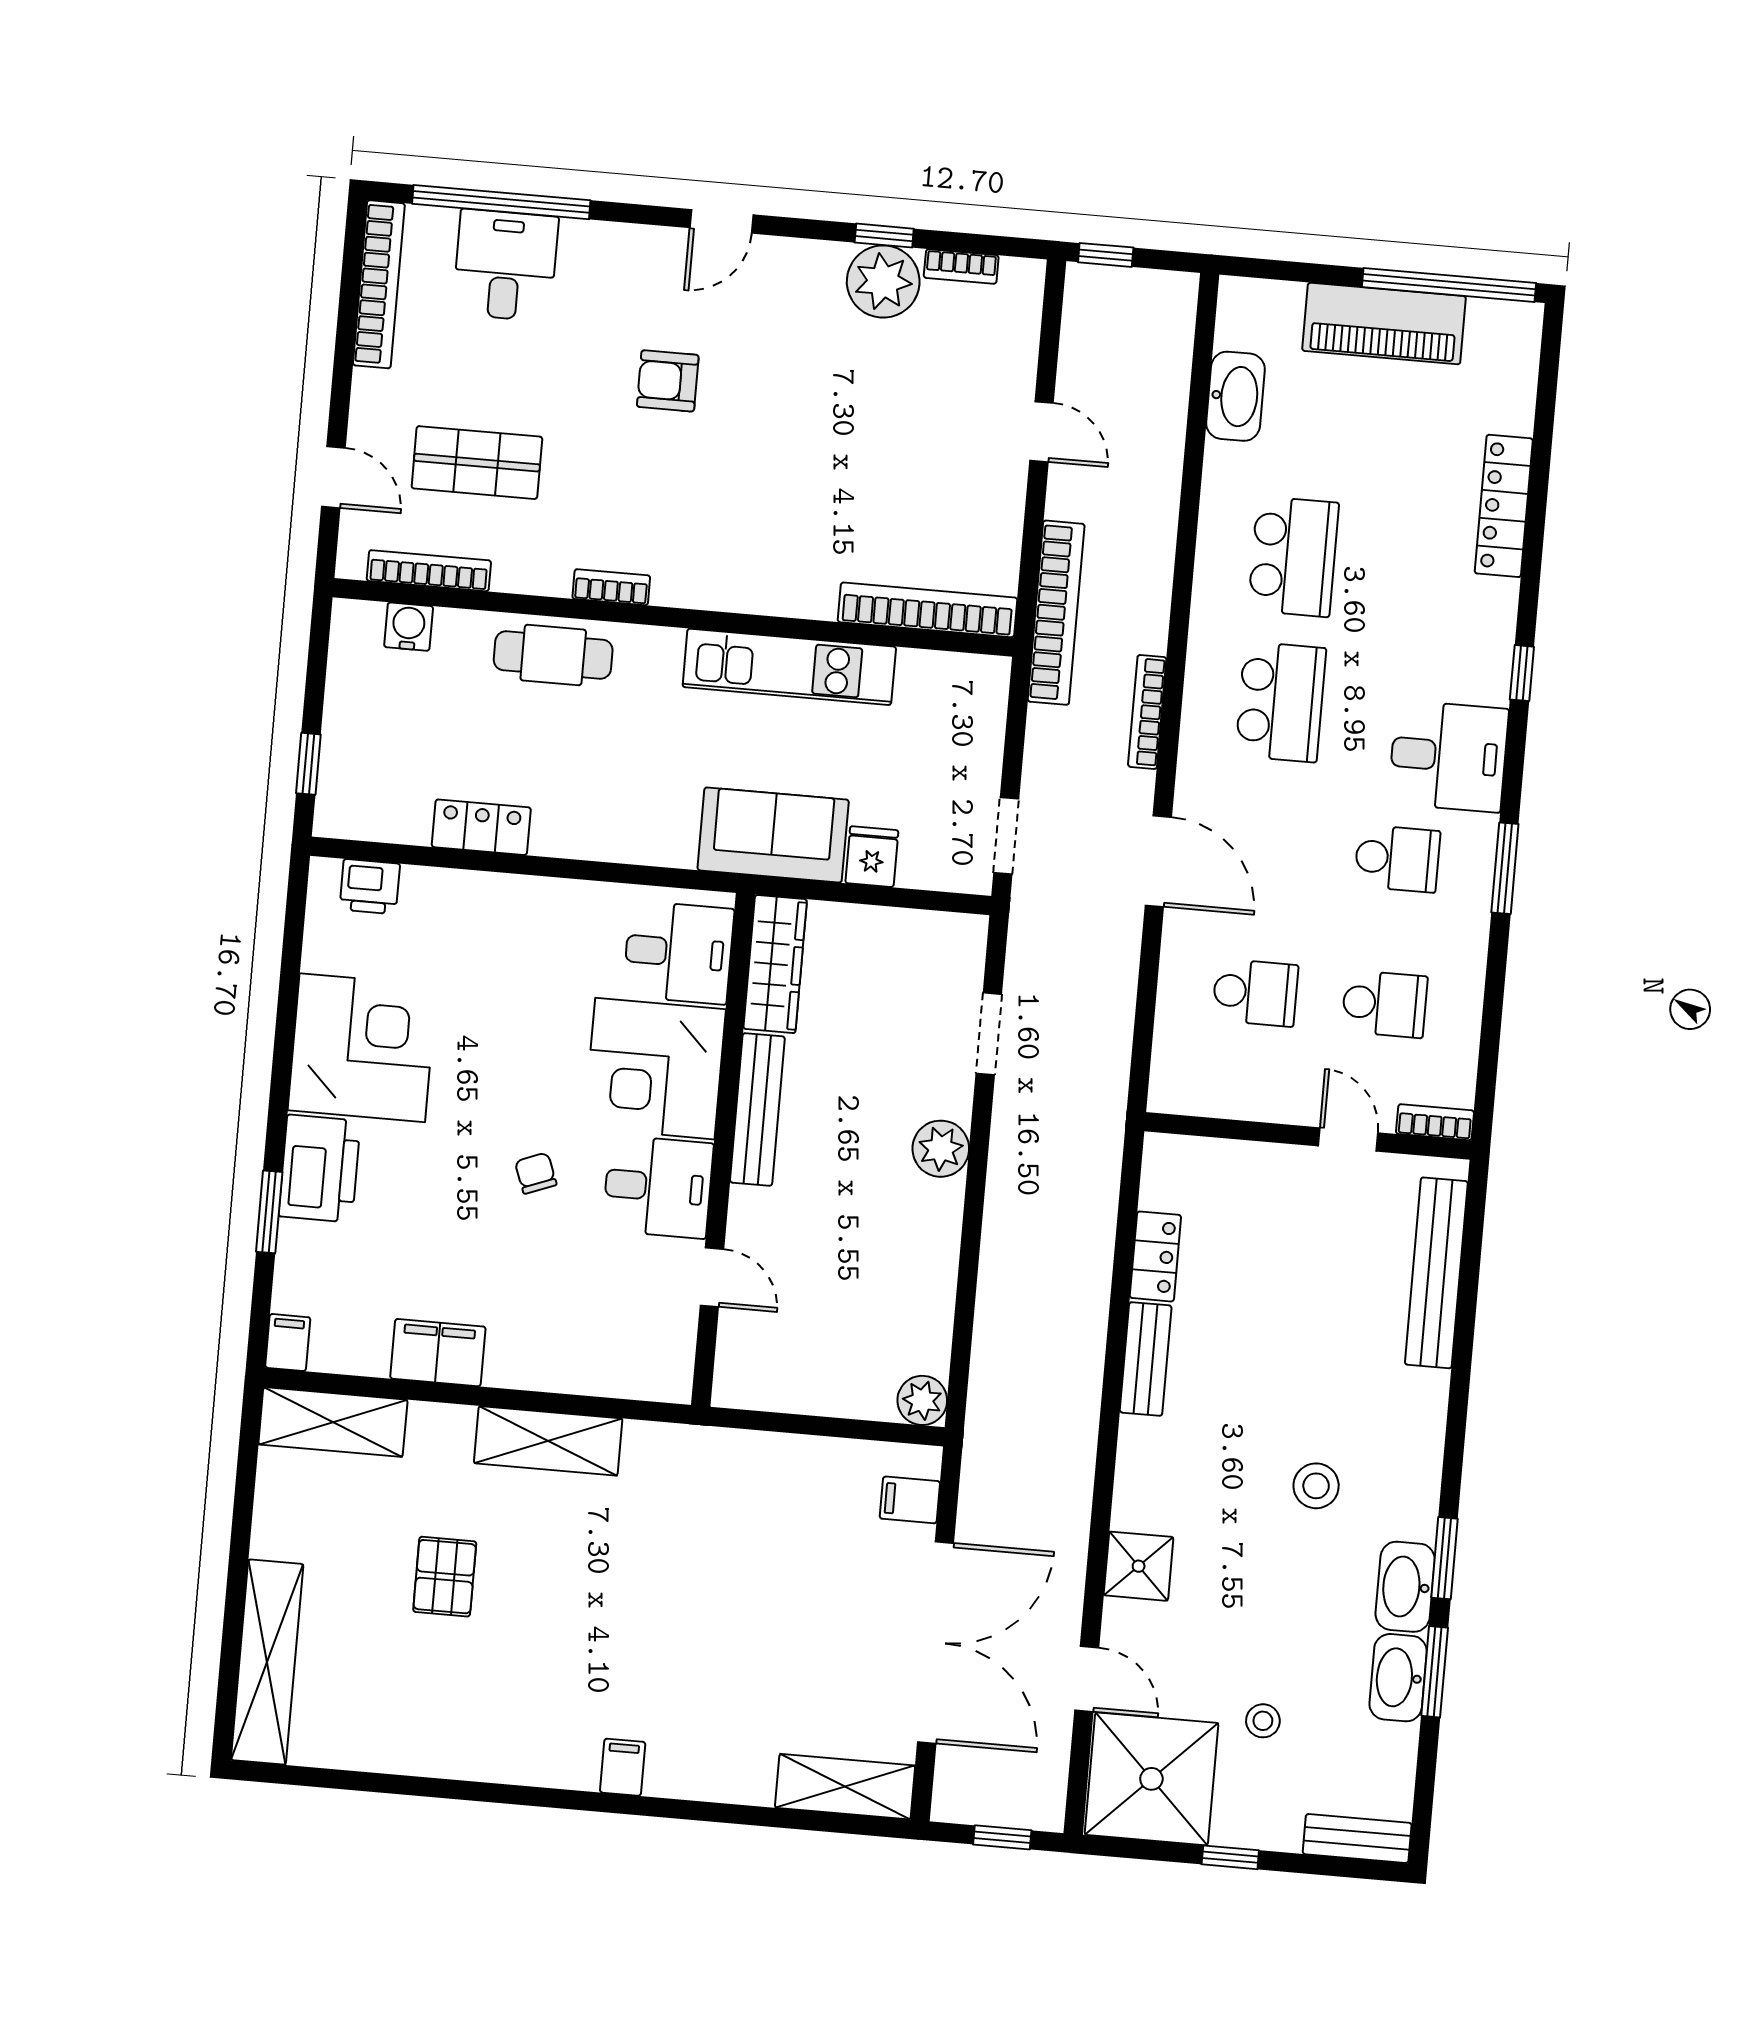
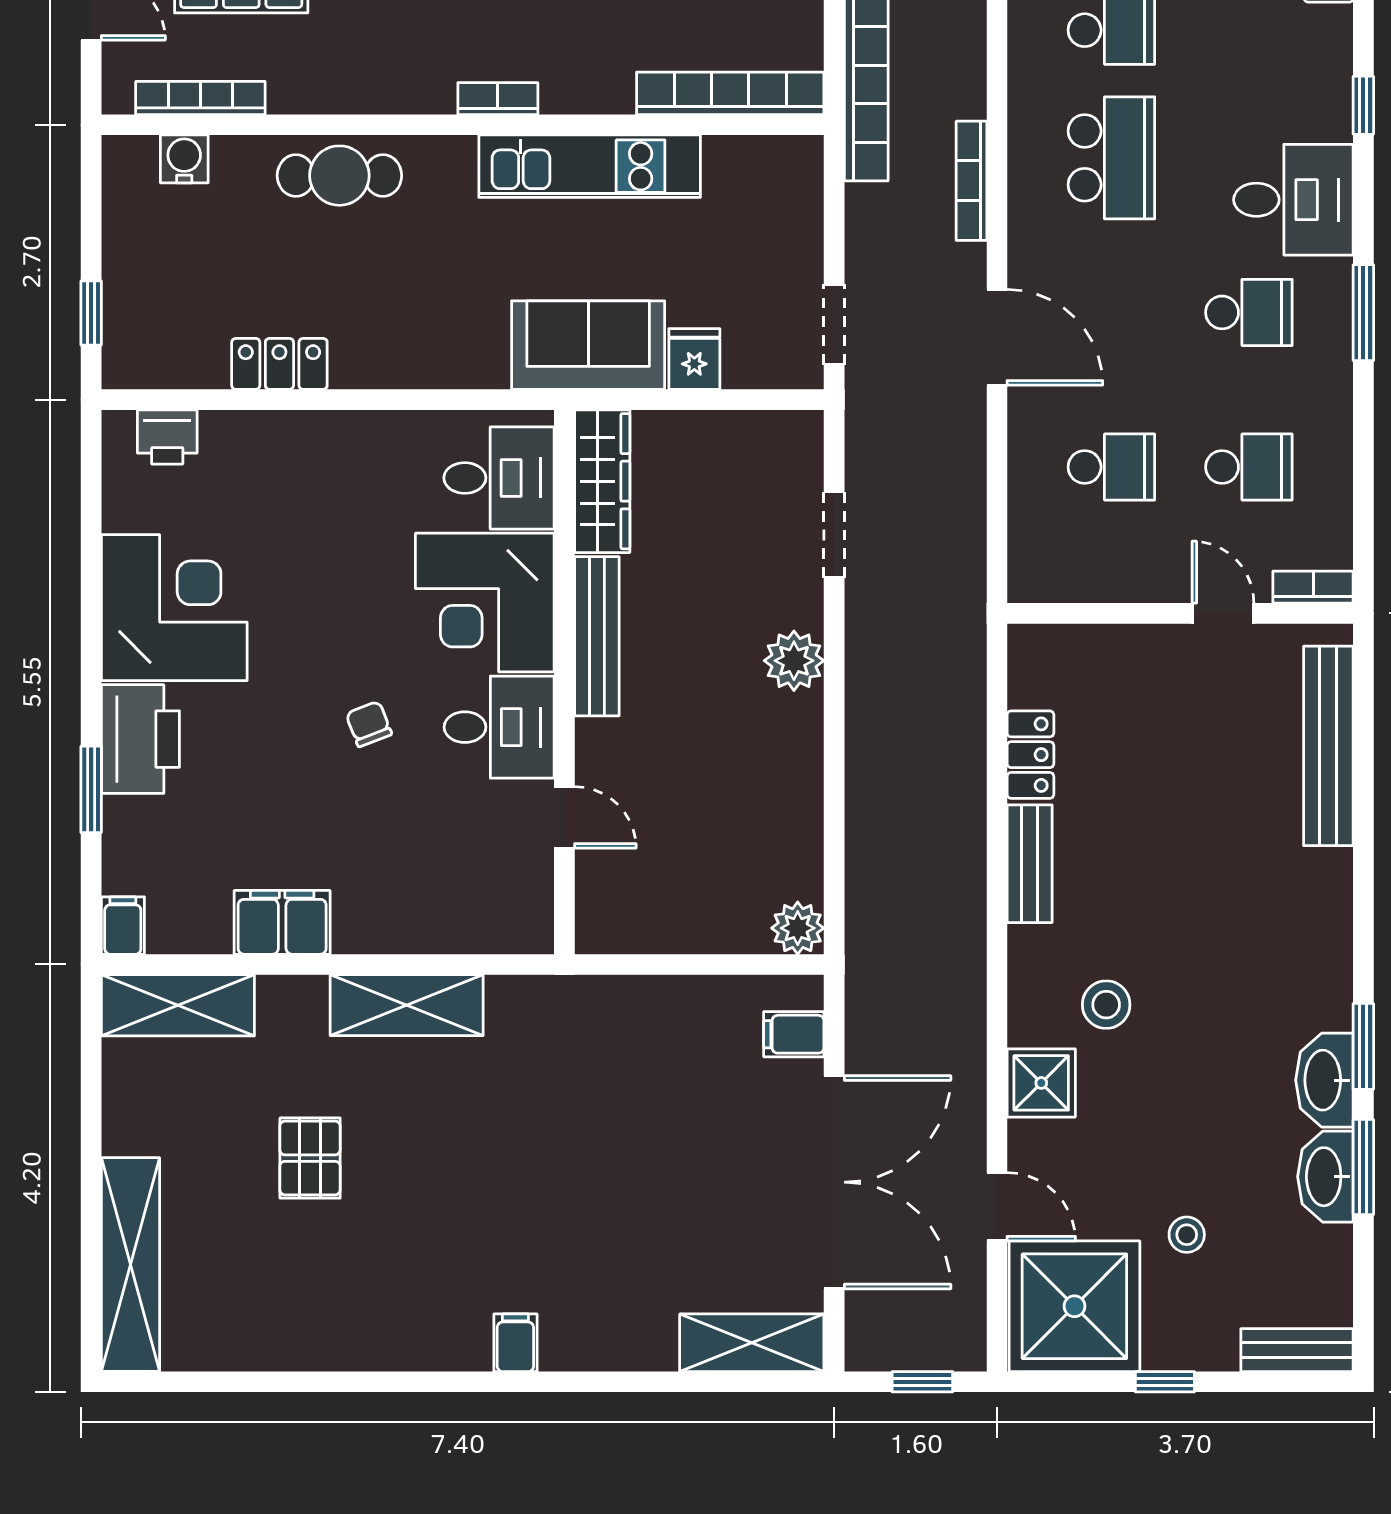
bookcase: (611, 587) -> (498, 99), moved
stool: (1316, 1486) -> (1106, 1005), moved

